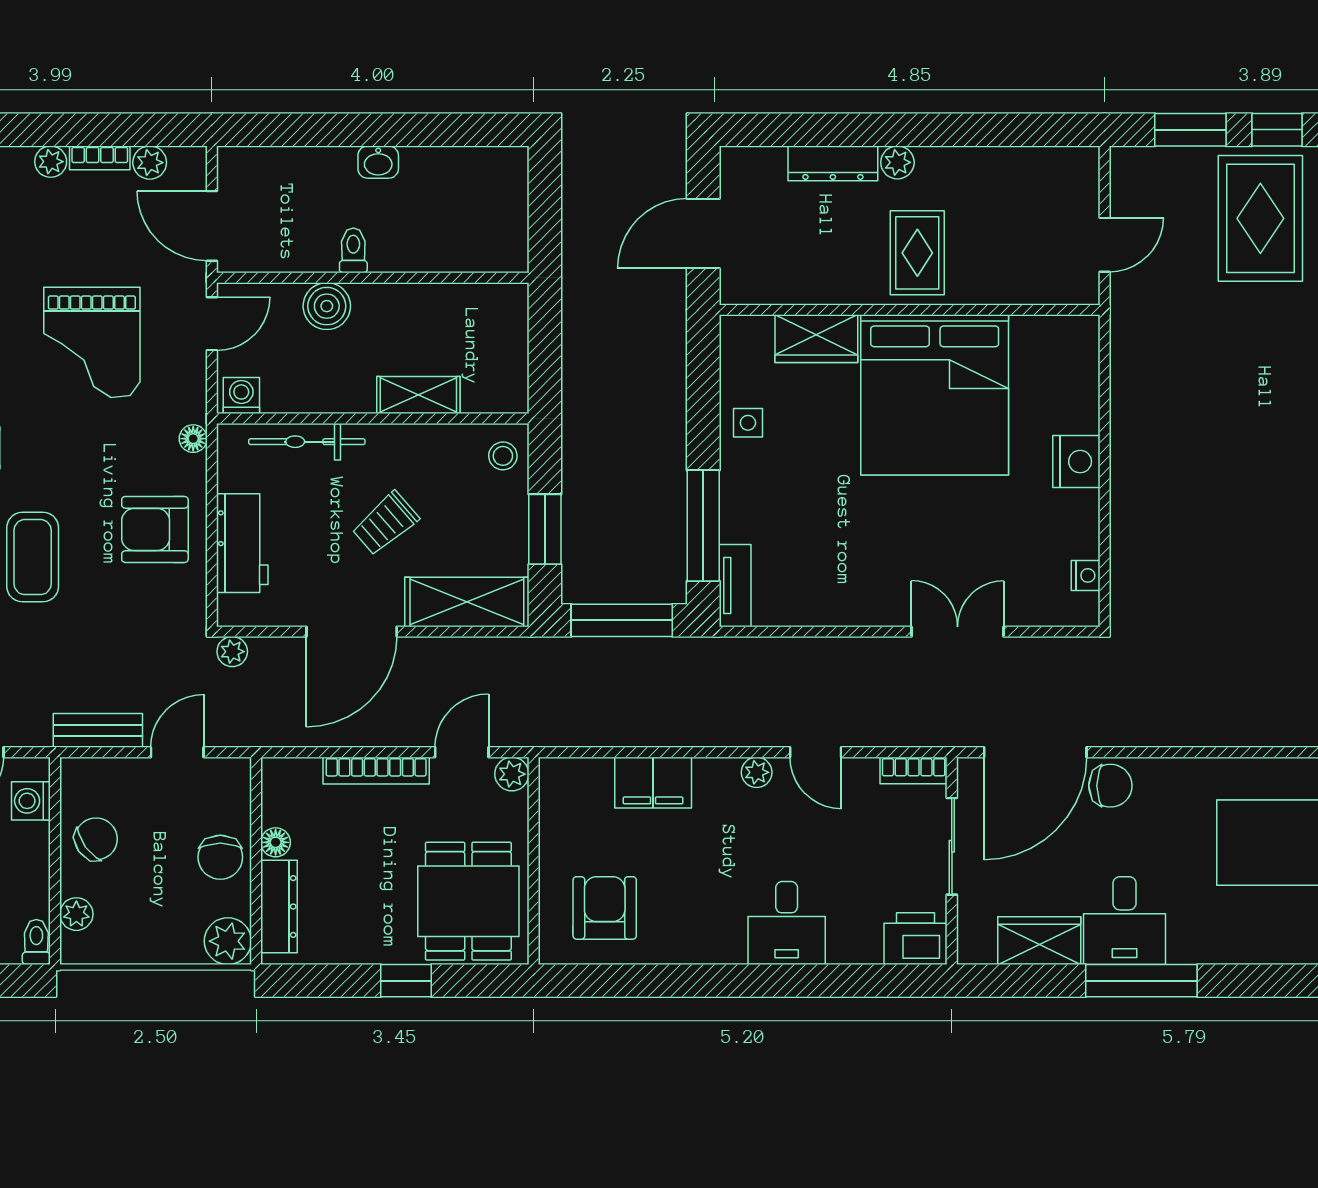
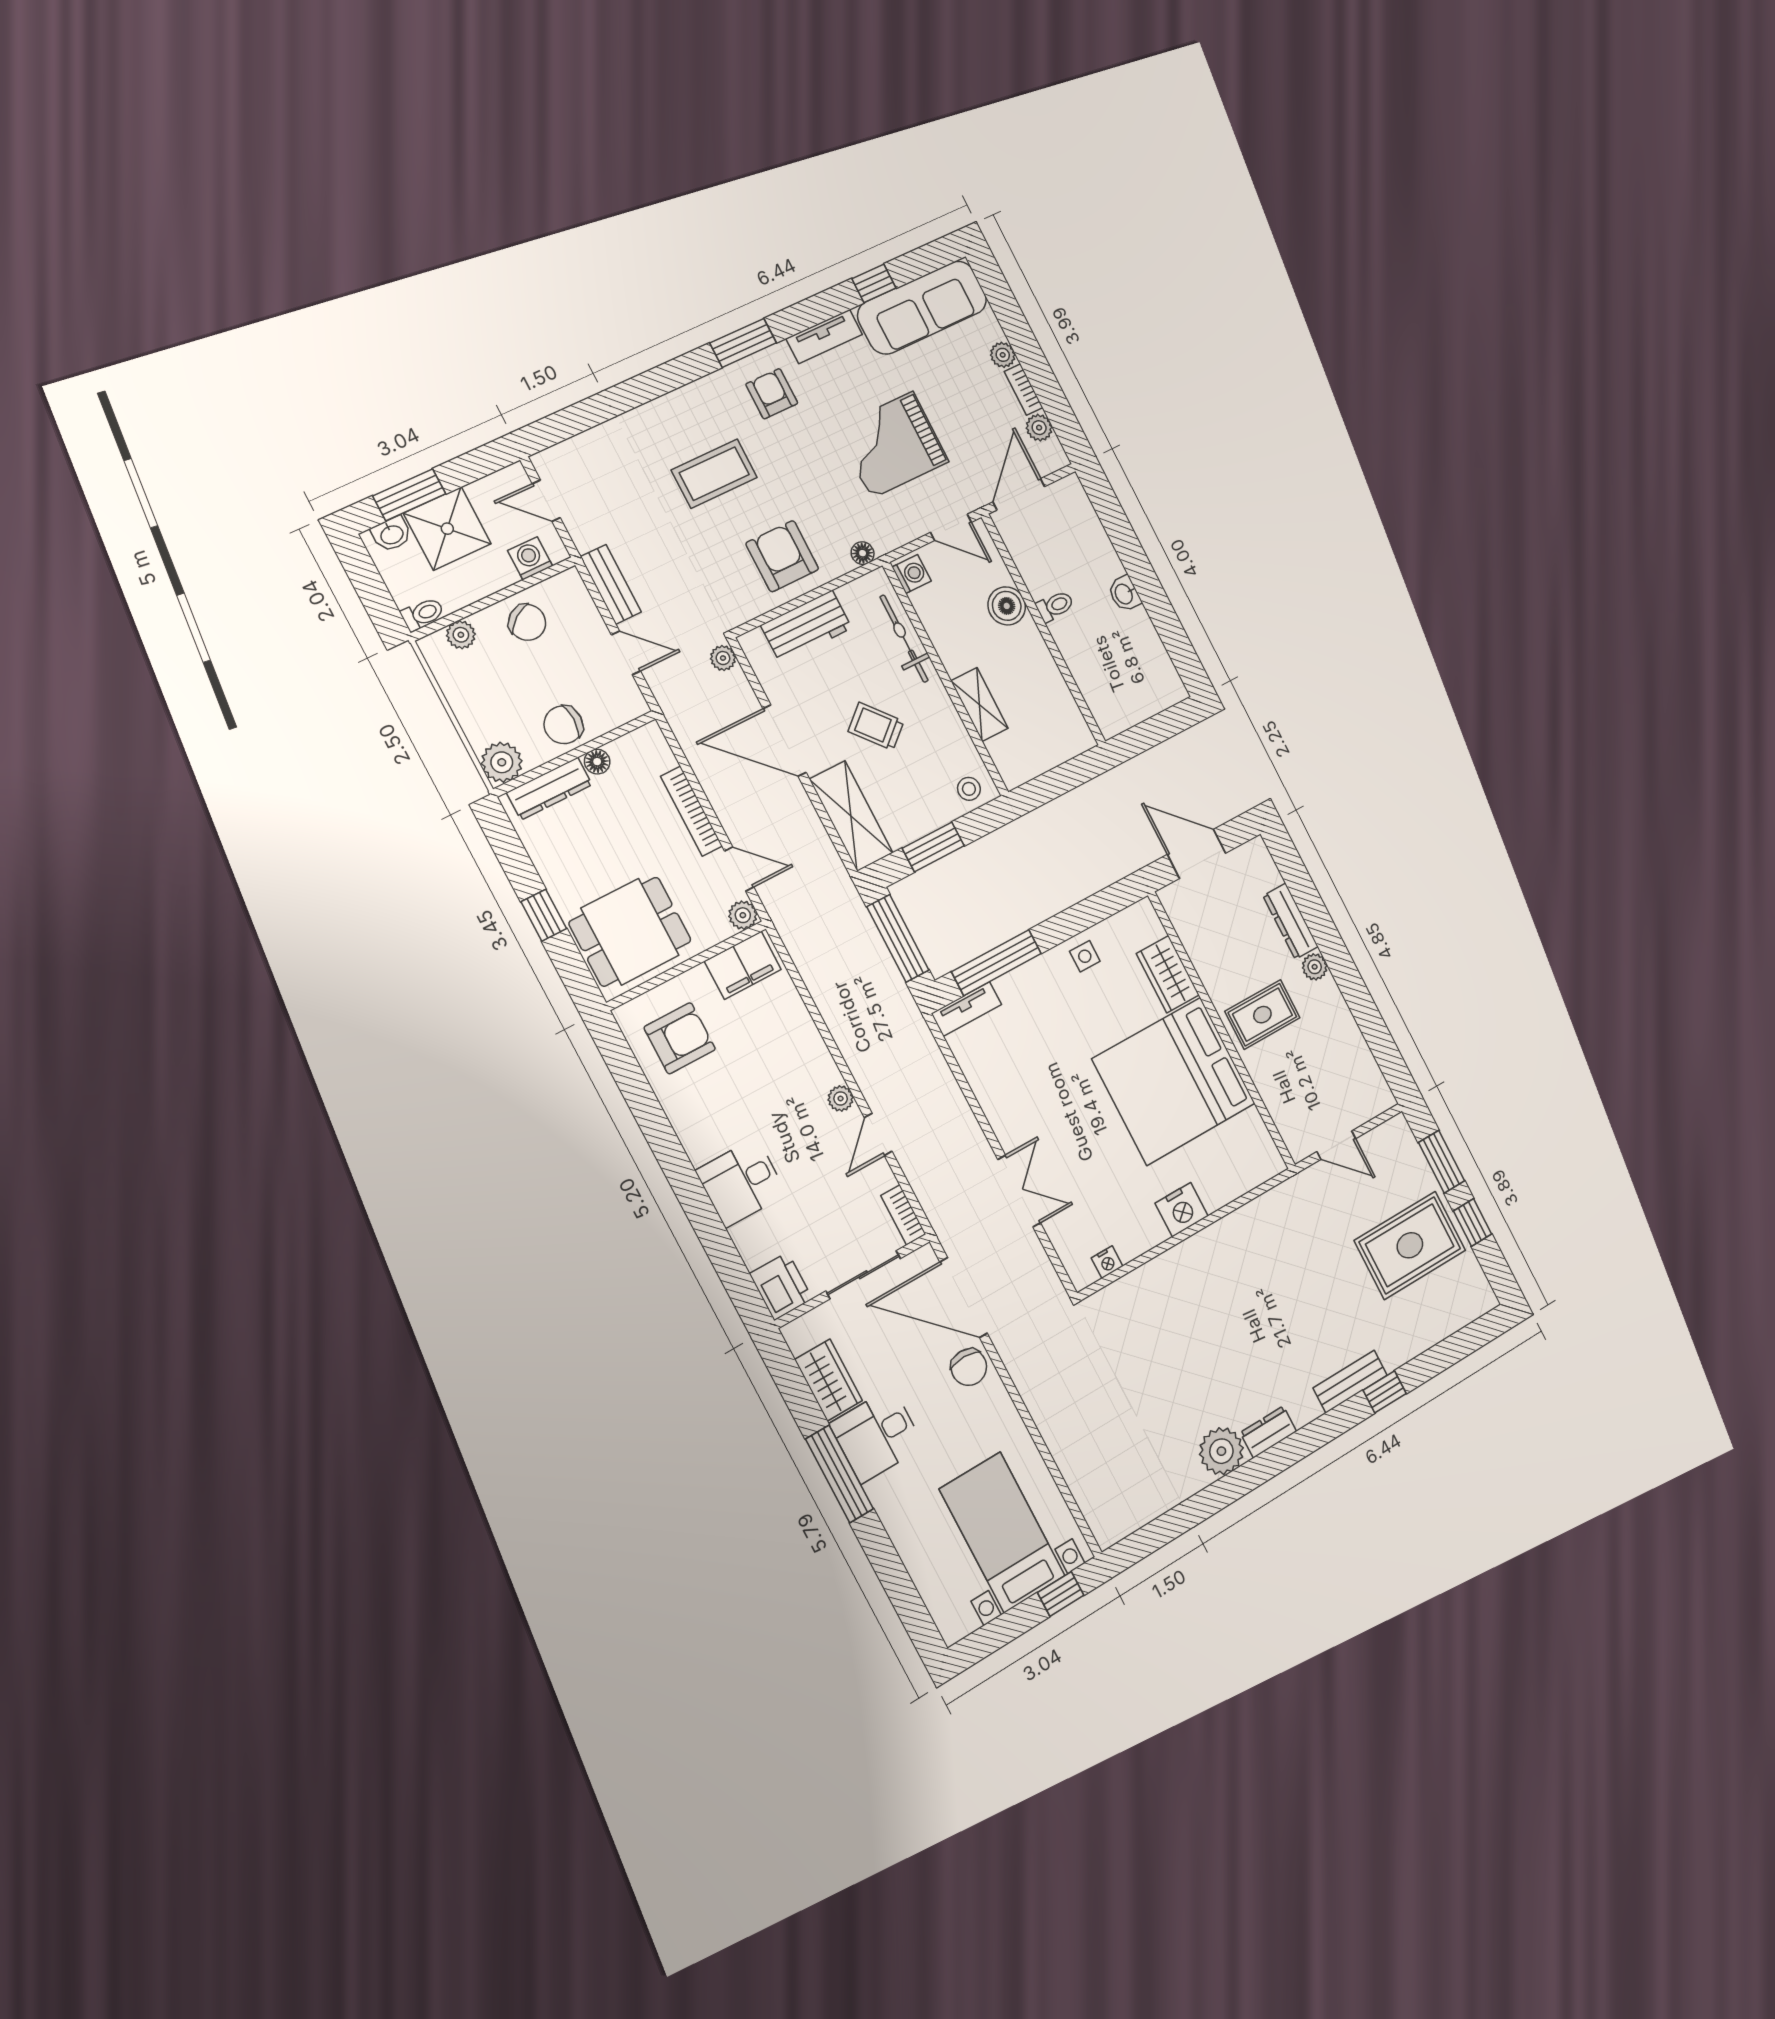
filing cabinet: (653, 783) -> (743, 965), moved, turned -90

